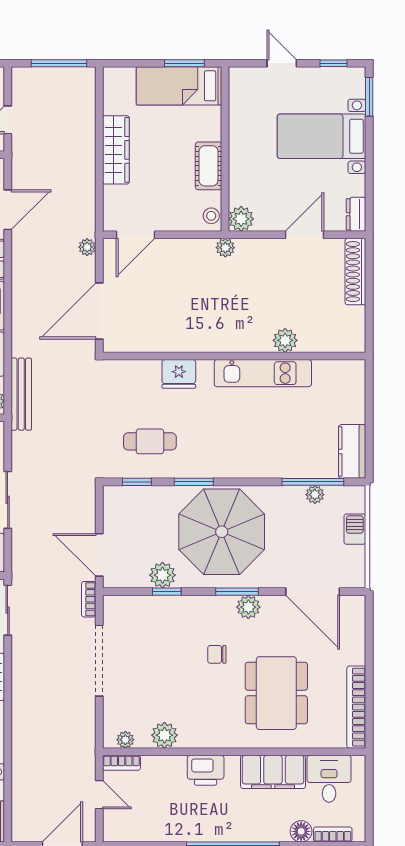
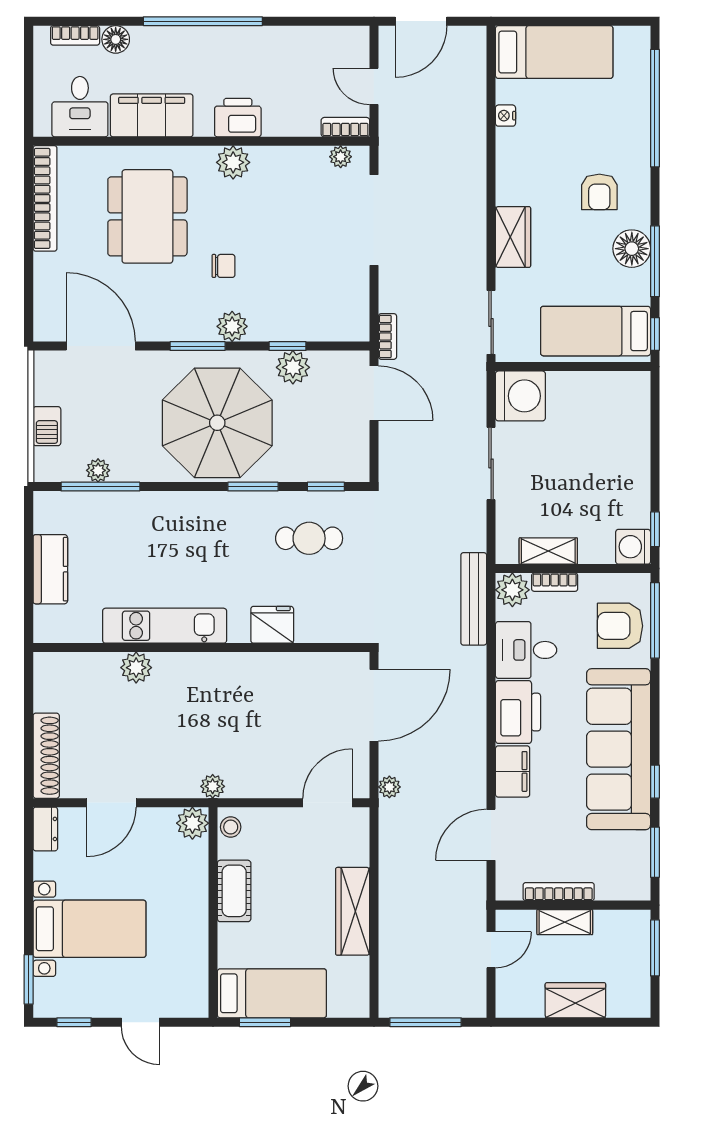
kitchen counter: (352, 451) -> (50, 569), moved
plant: (248, 607) -> (232, 326), moved
doorway: (99, 661) -> (374, 220), moved
plant: (164, 735) -> (233, 162), moved

